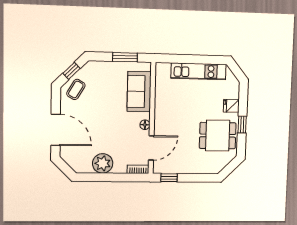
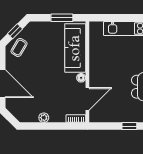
sofa: (139, 91) -> (75, 48), width x1.36
plant: (103, 163) -> (44, 118), width x0.53, depth x0.53
window: (169, 178) -> (129, 126), moved

